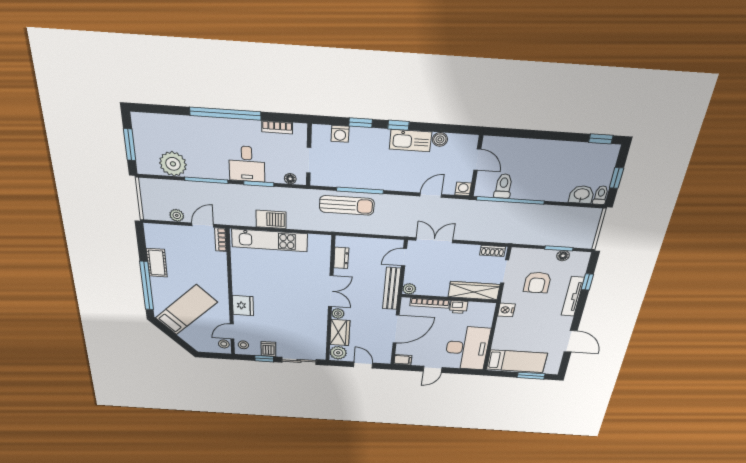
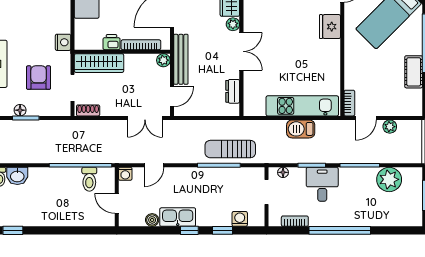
double door: (331, 291) -> (241, 51), swing flipped

